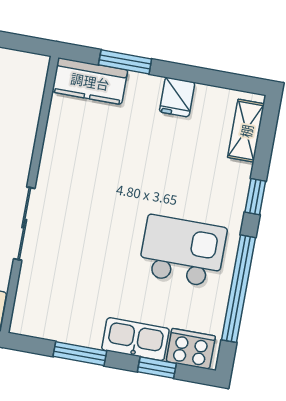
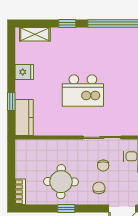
window: (125, 62) -> (11, 101), width x0.67
kitchen island: (183, 251) -> (83, 90), moved, turned -90

